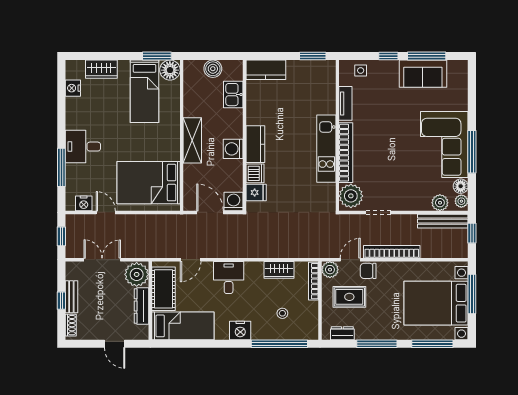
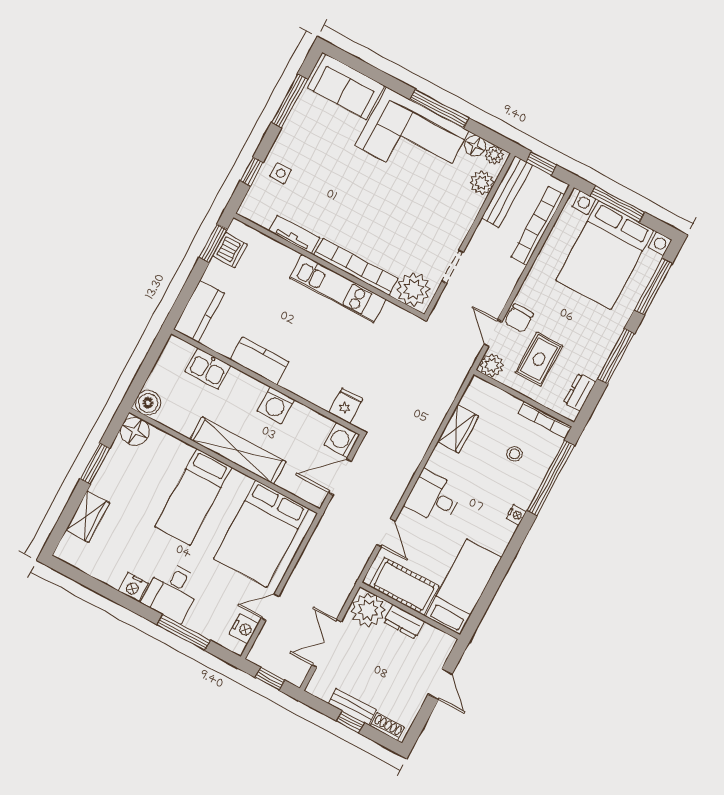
window: (157, 56) -> (95, 463), moved
window: (388, 56) -> (252, 172), moved
boiler: (213, 69) -> (148, 403), moved
side table: (361, 70) -> (281, 173), moved
sofa: (423, 74) -> (346, 87), moved, turned 90
nightstand: (73, 88) -> (133, 587), moved
bed: (144, 91) -> (193, 497), moved, turned 90
shelving: (192, 140) -> (238, 451), width x1.47
kitchen counter: (255, 144) -> (260, 361), moved
dishwasher: (255, 173) -> (230, 250), moved, turned 90
bookcase: (392, 252) -> (538, 226), moved
bookcase: (314, 281) -> (545, 420), moved
dresser: (141, 306) -> (404, 622), width x0.70
nightstand: (240, 330) -> (516, 515), width x0.53, depth x0.56
door: (115, 344) -> (440, 684), hinge flipped

